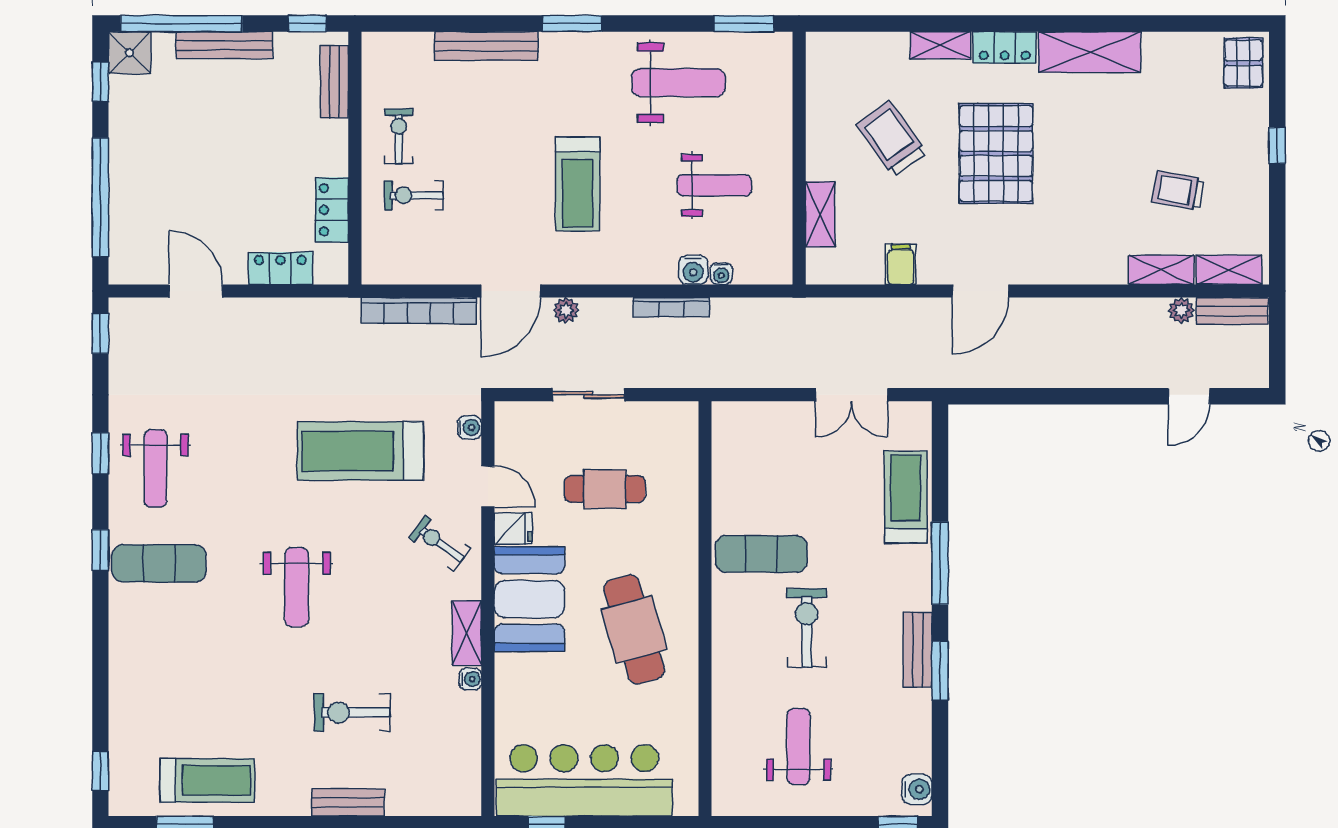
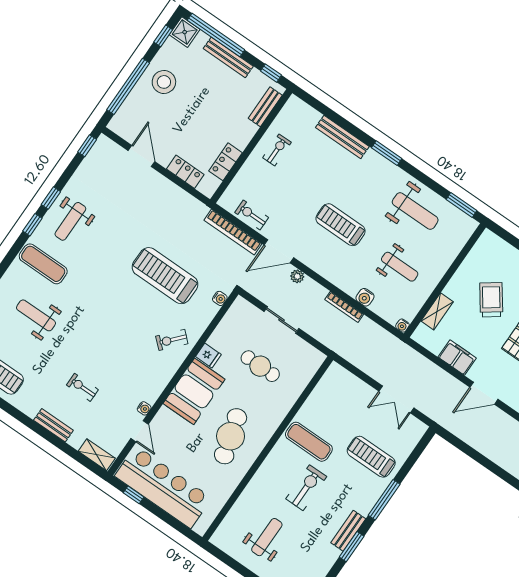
stool: (151, 152) -> (164, 82), added
treadmill: (578, 184) -> (341, 225), turned 90
exercise bike: (414, 195) -> (252, 215), moved
filing cabinet: (901, 264) -> (457, 358), width x2.00
water cooler: (721, 274) -> (402, 326), moved
door: (488, 486) -> (140, 431), moved
treadmill: (906, 497) -> (371, 457), moved, turned -90
exercise bike: (440, 543) -> (172, 340), turned -84
window: (100, 550) -> (32, 225), moved
weight bench: (297, 587) -> (36, 315), moved, turned 90
shelving: (467, 633) -> (97, 455), moved, turned 90
exercise bike: (352, 713) -> (82, 387), width x0.73, depth x0.72

